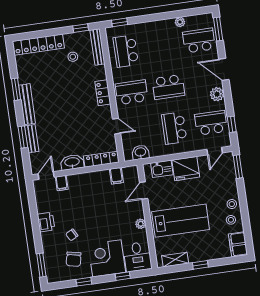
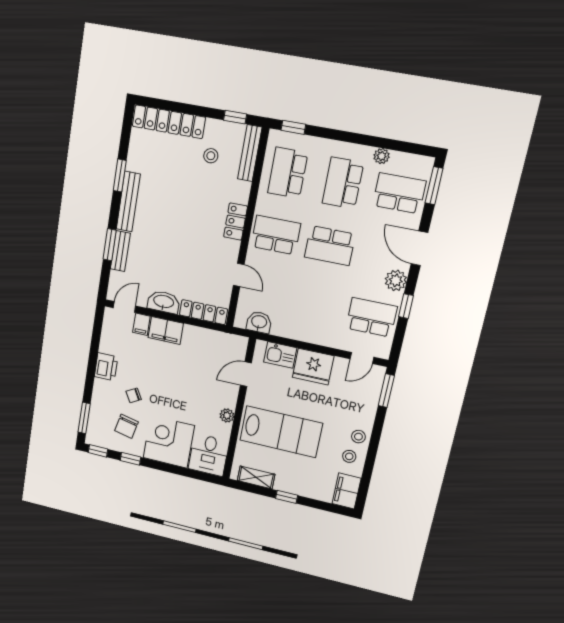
window: (232, 124) -> (406, 306), moved
school desk: (174, 128) -> (343, 183), moved
filing cabinet: (116, 176) -> (166, 330), moved, width x2.00
window: (123, 276) -> (98, 451), moved

